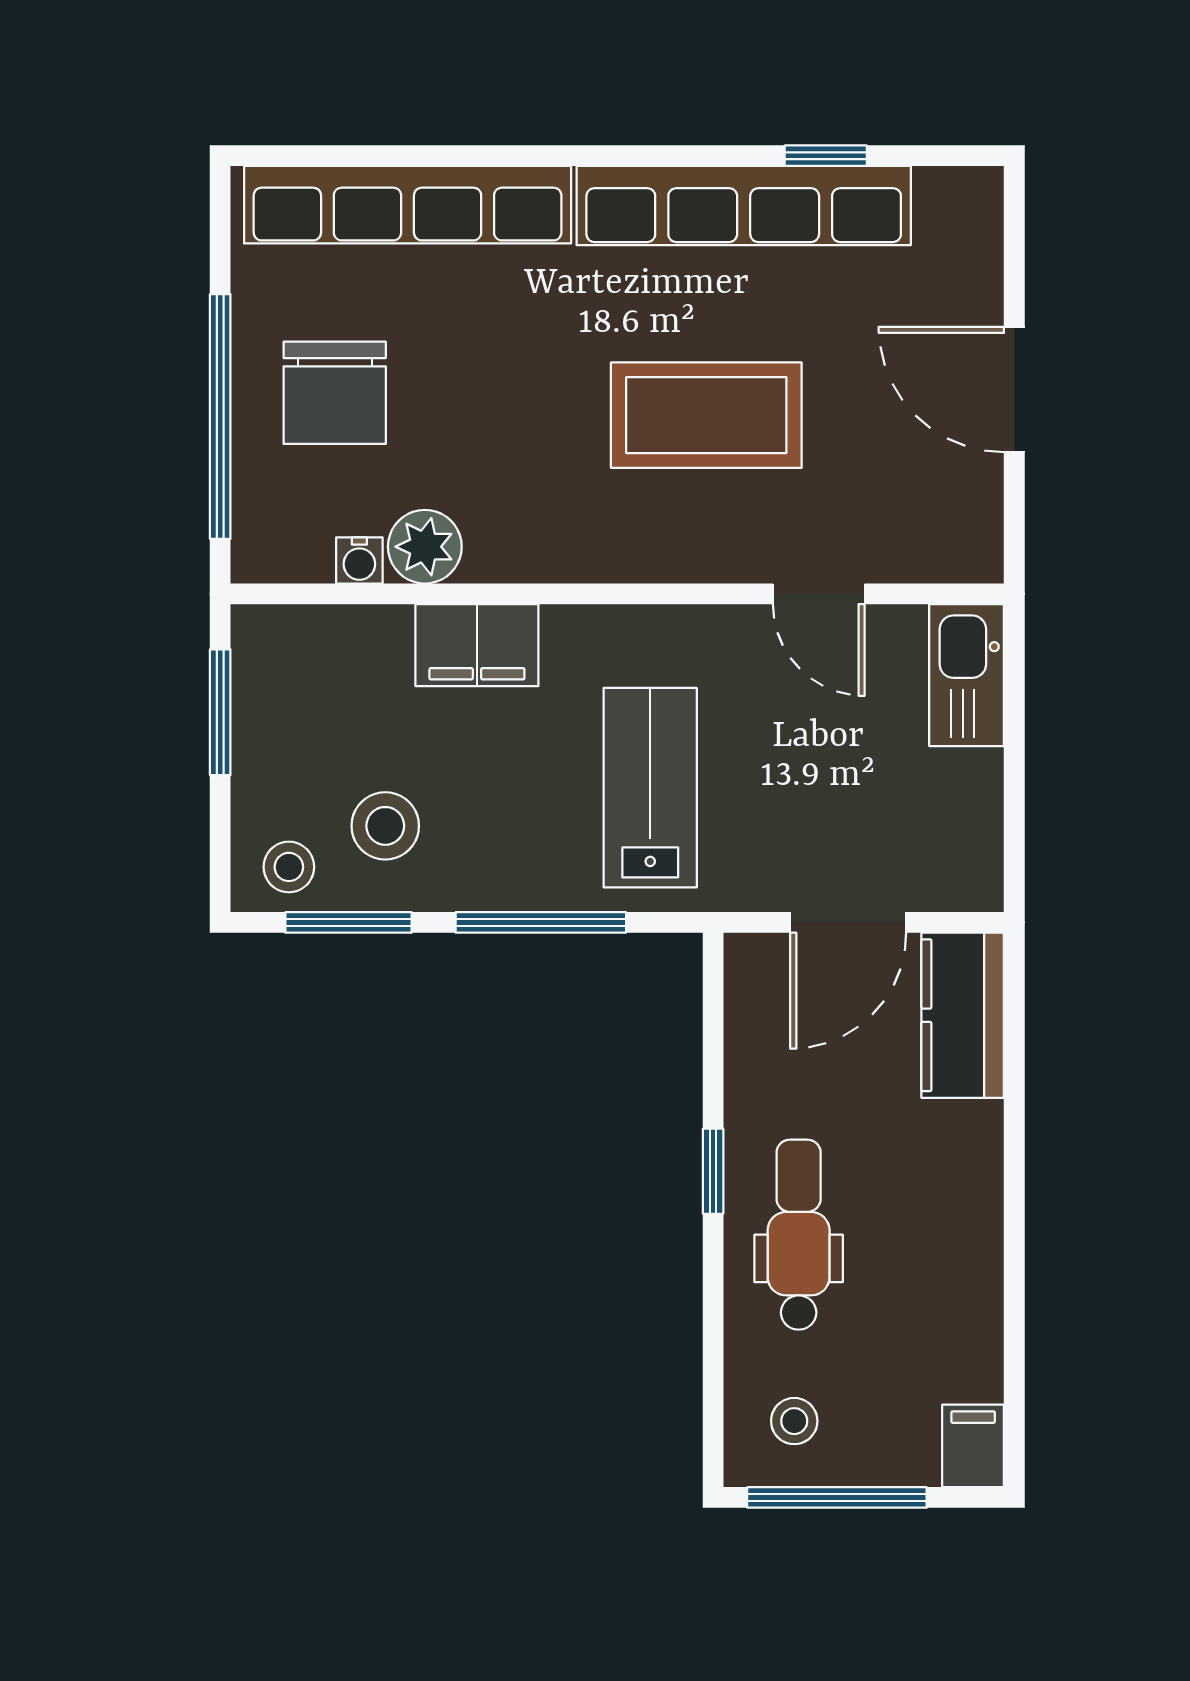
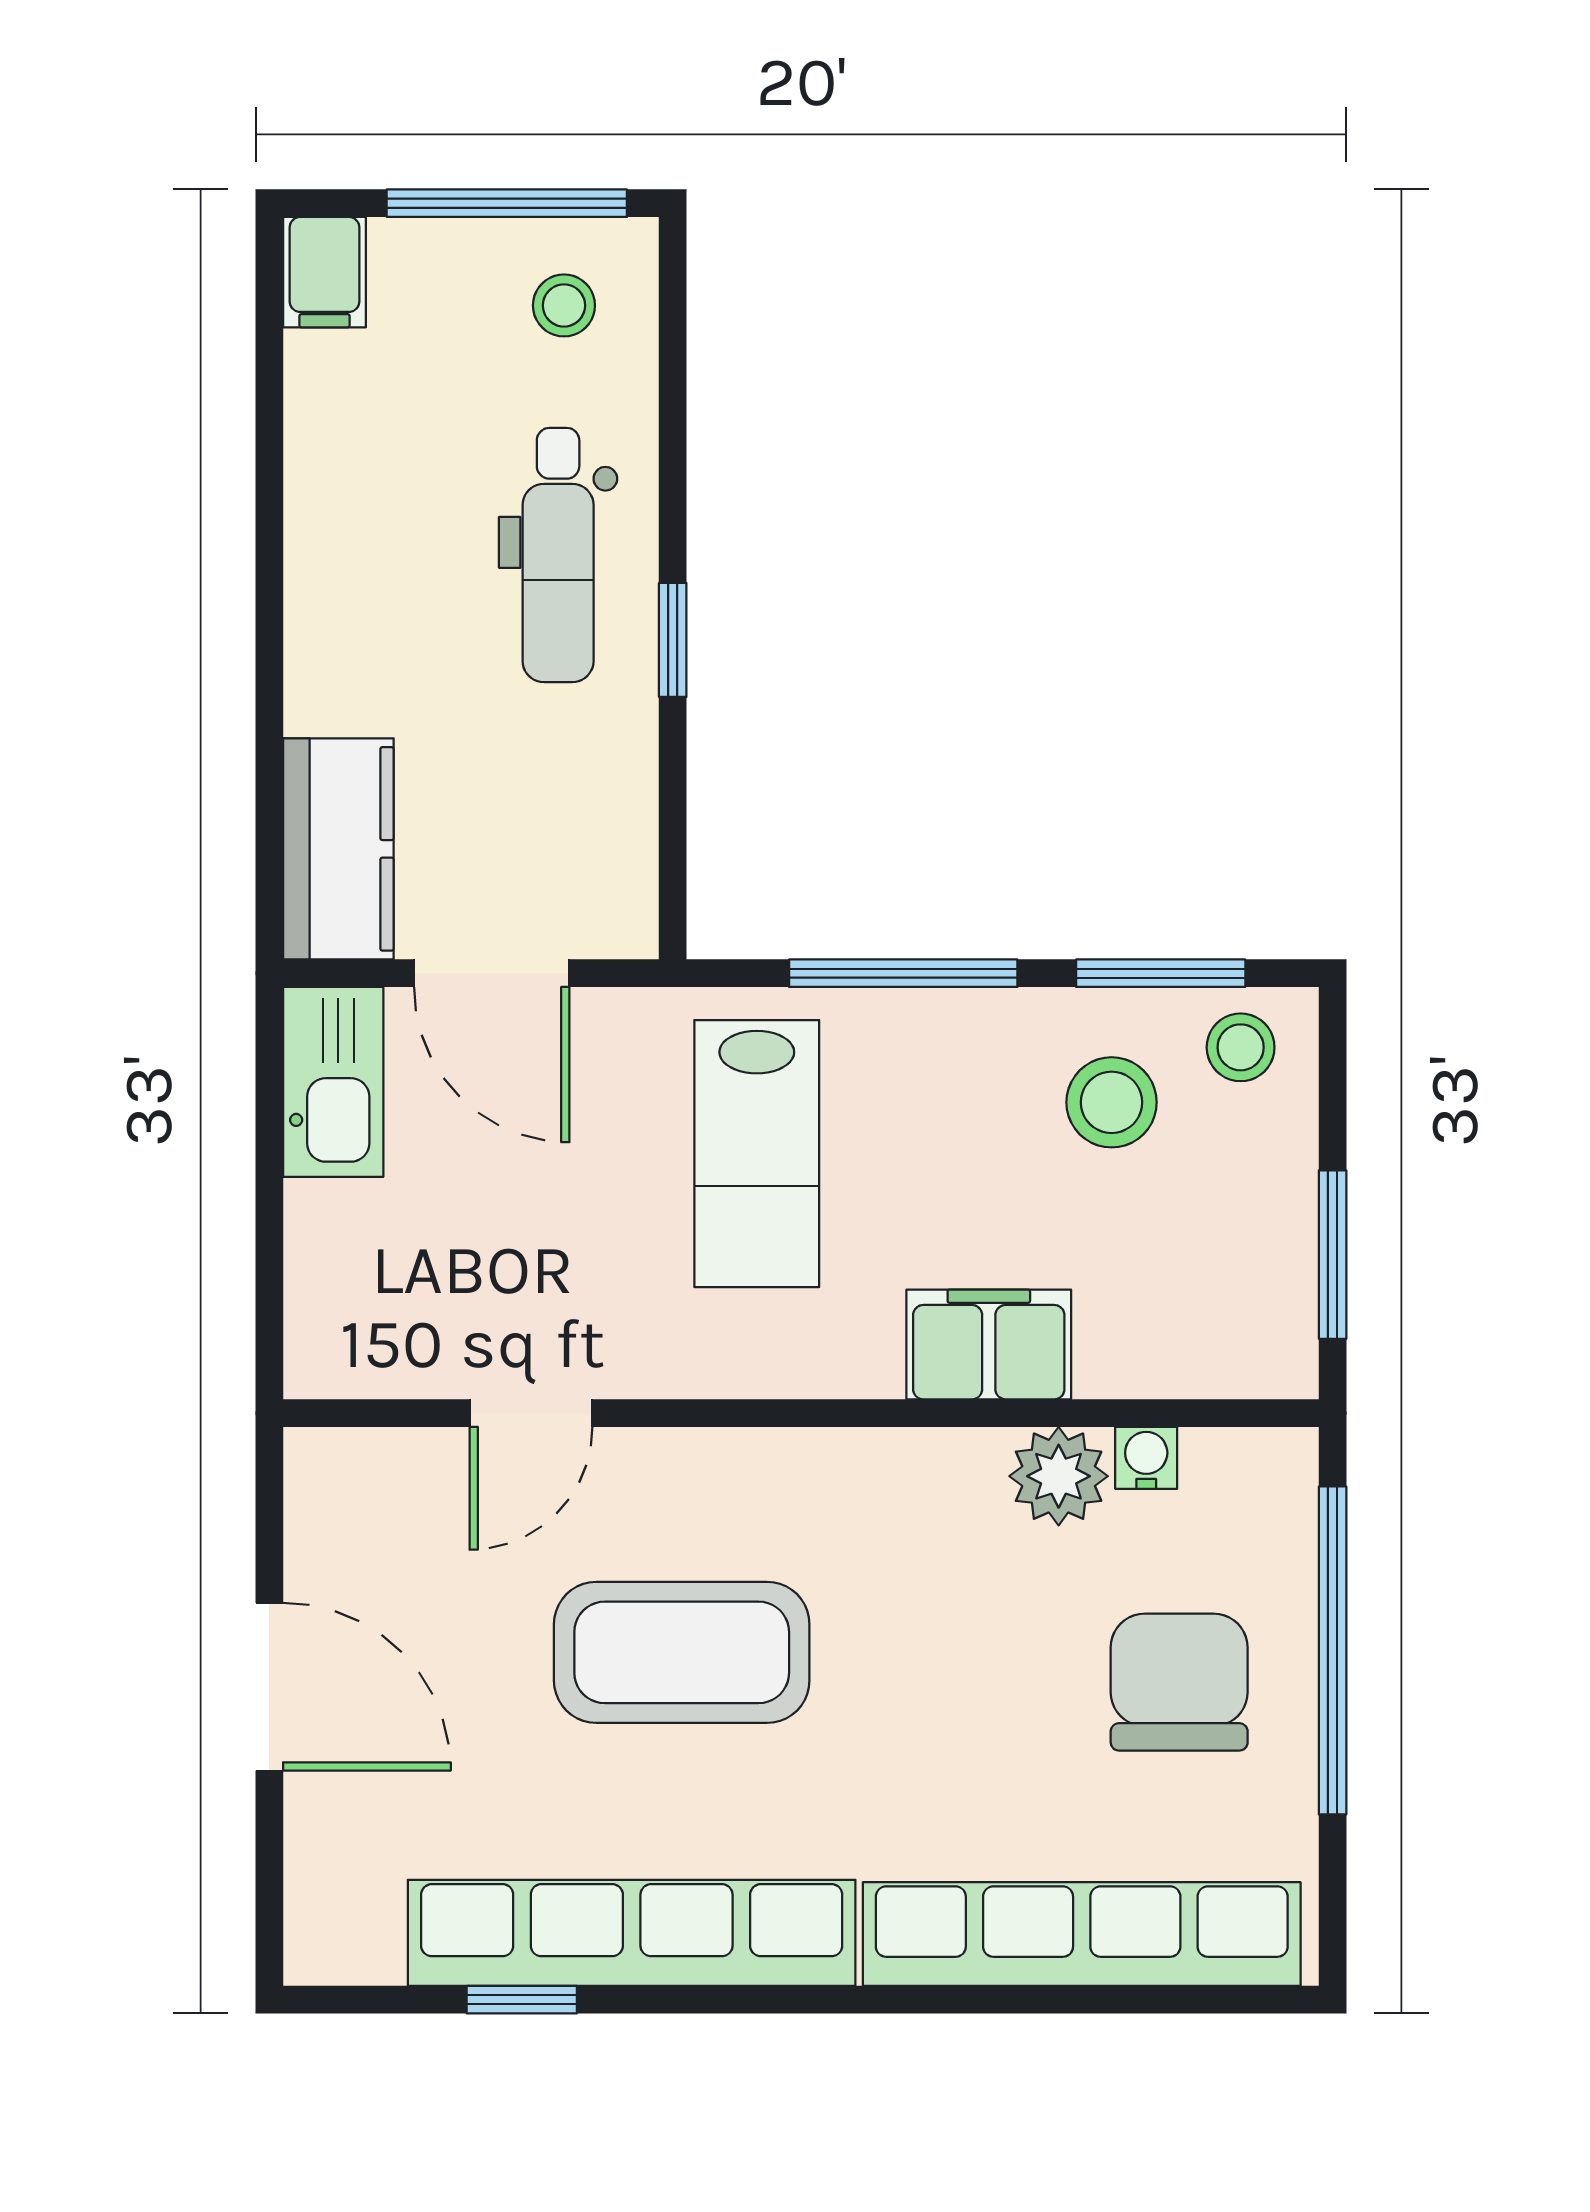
door: (819, 594) -> (531, 1413), swing flipped
kitchen sink: (967, 675) -> (333, 1082), moved
door: (848, 922) -> (492, 973), swing flipped

